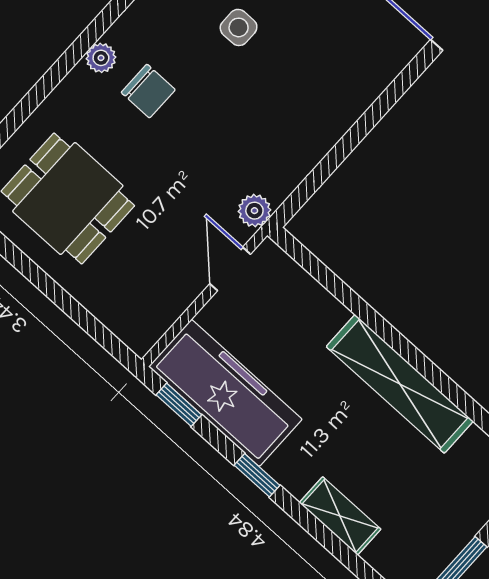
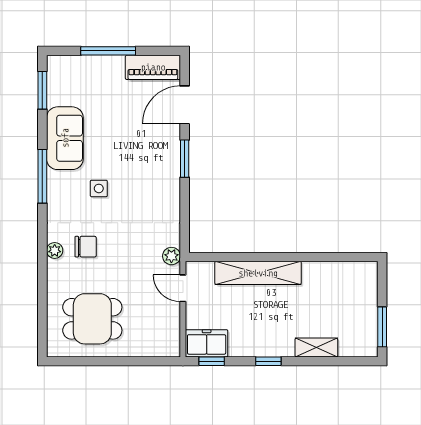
window: (393, 93) -> (185, 159), added
shelving: (400, 384) -> (258, 273), moved
freezer: (225, 393) -> (207, 343), width x0.52, depth x0.79

